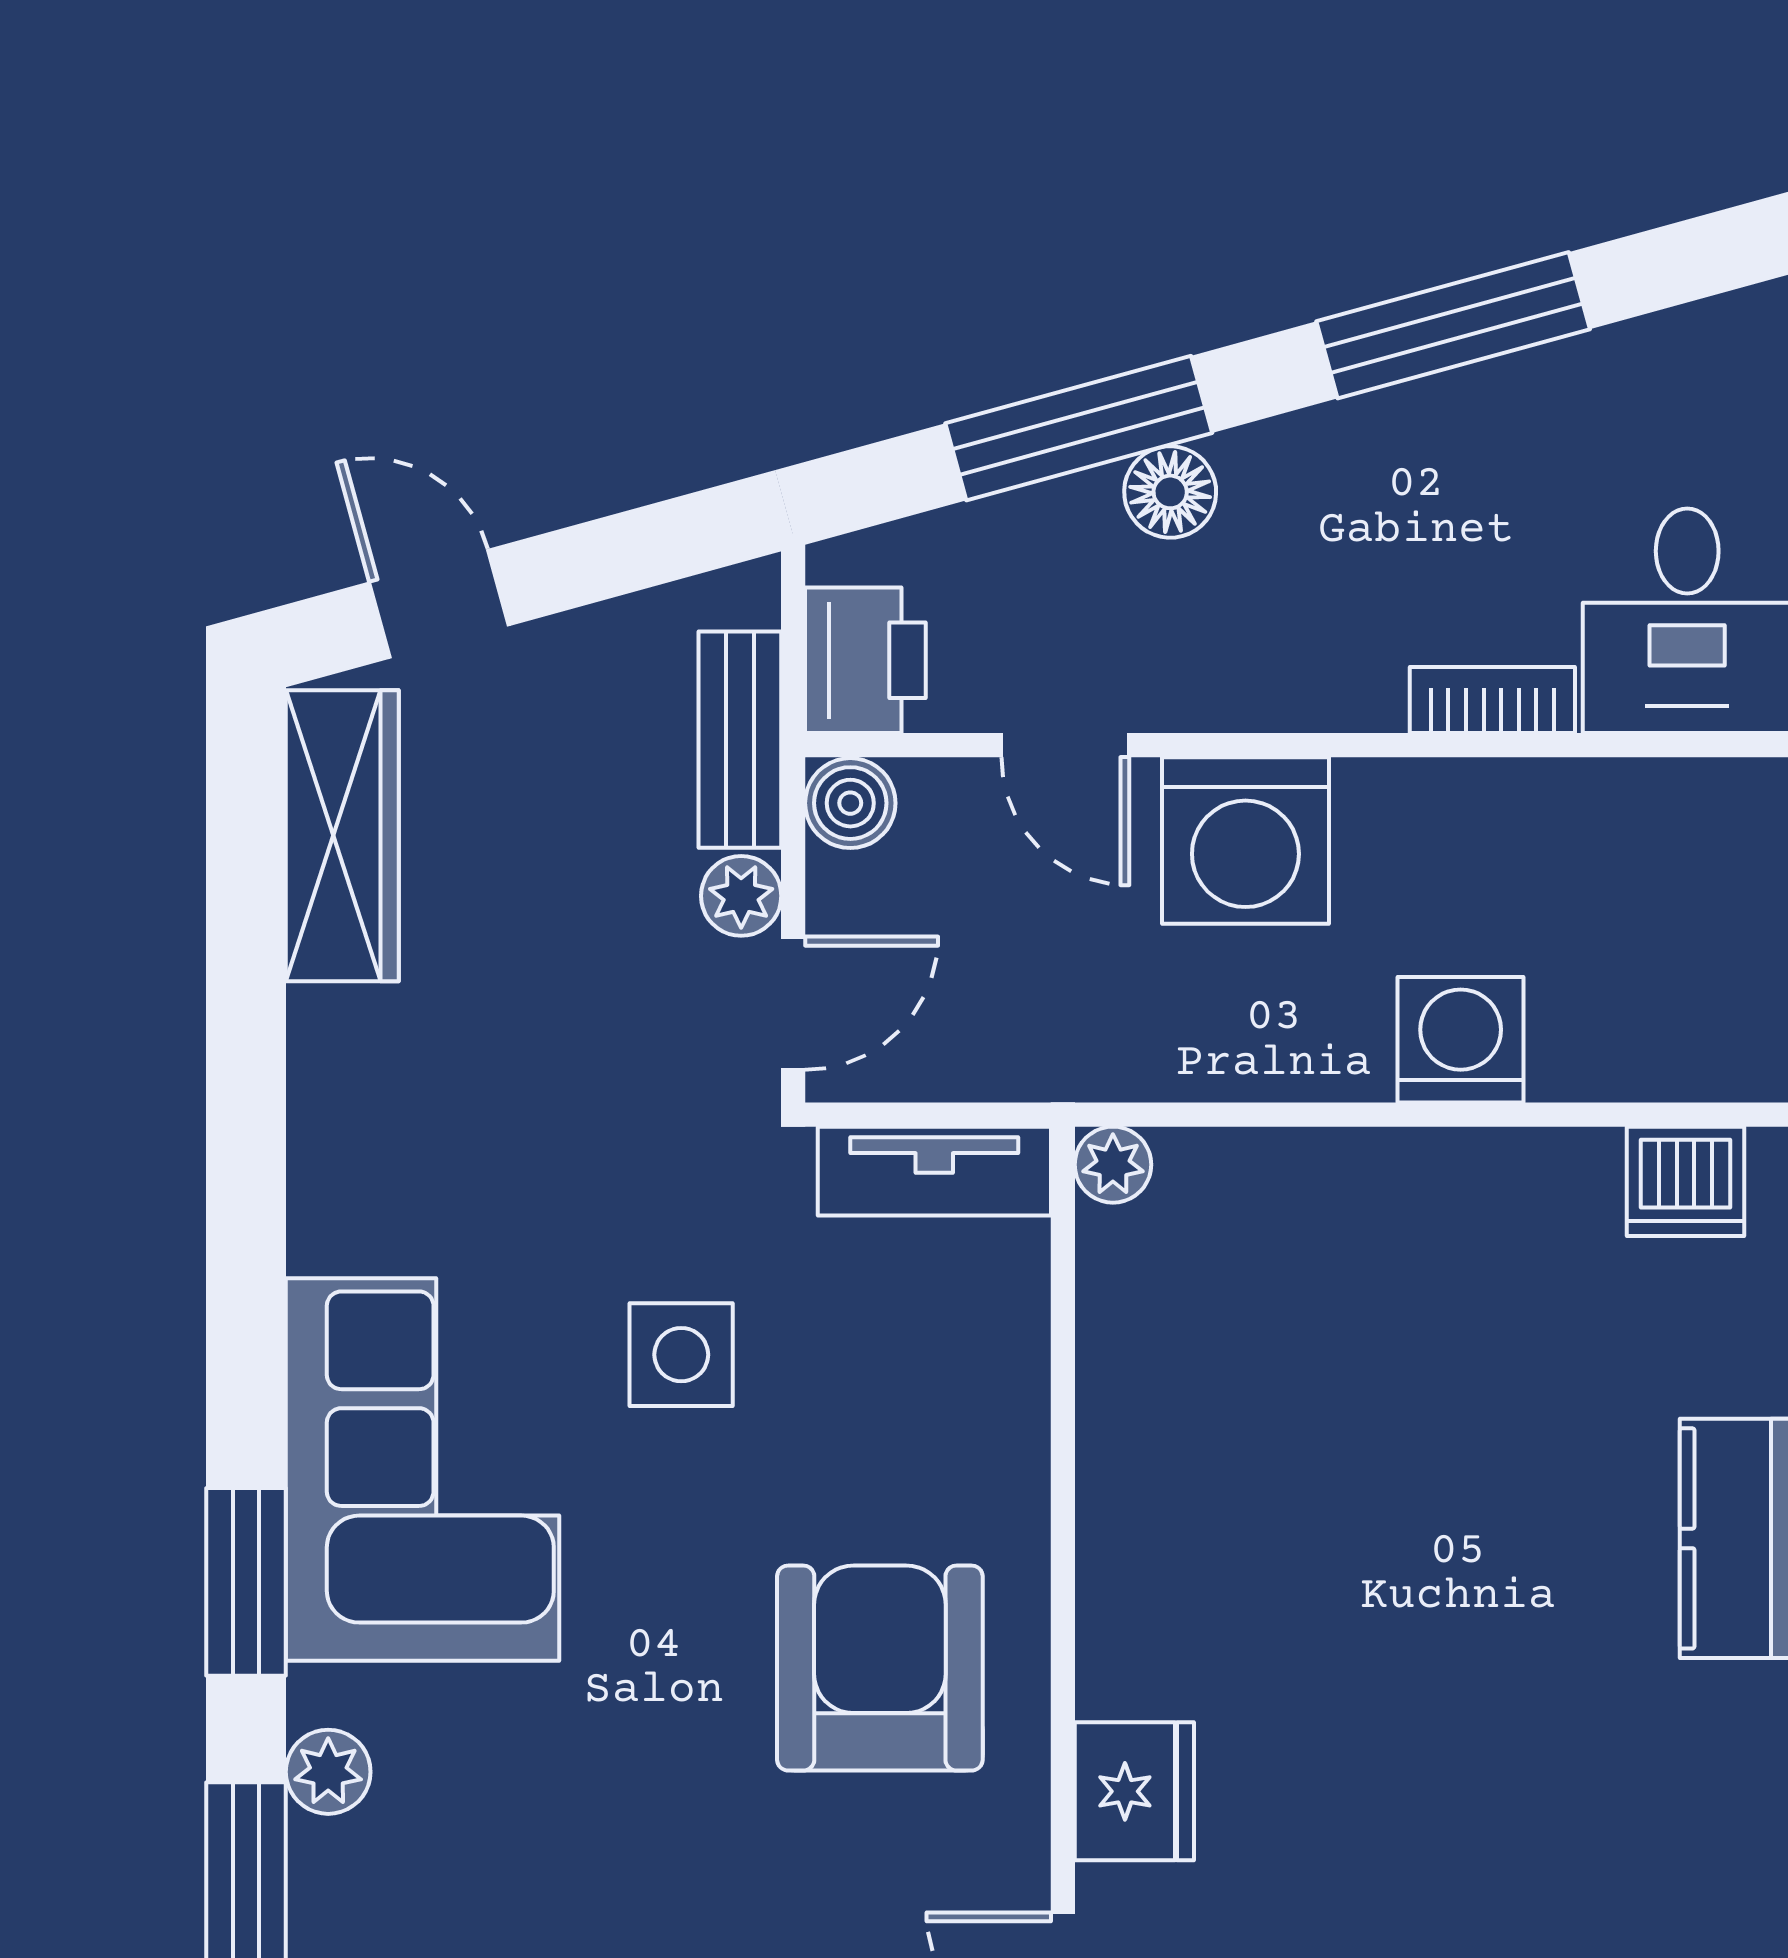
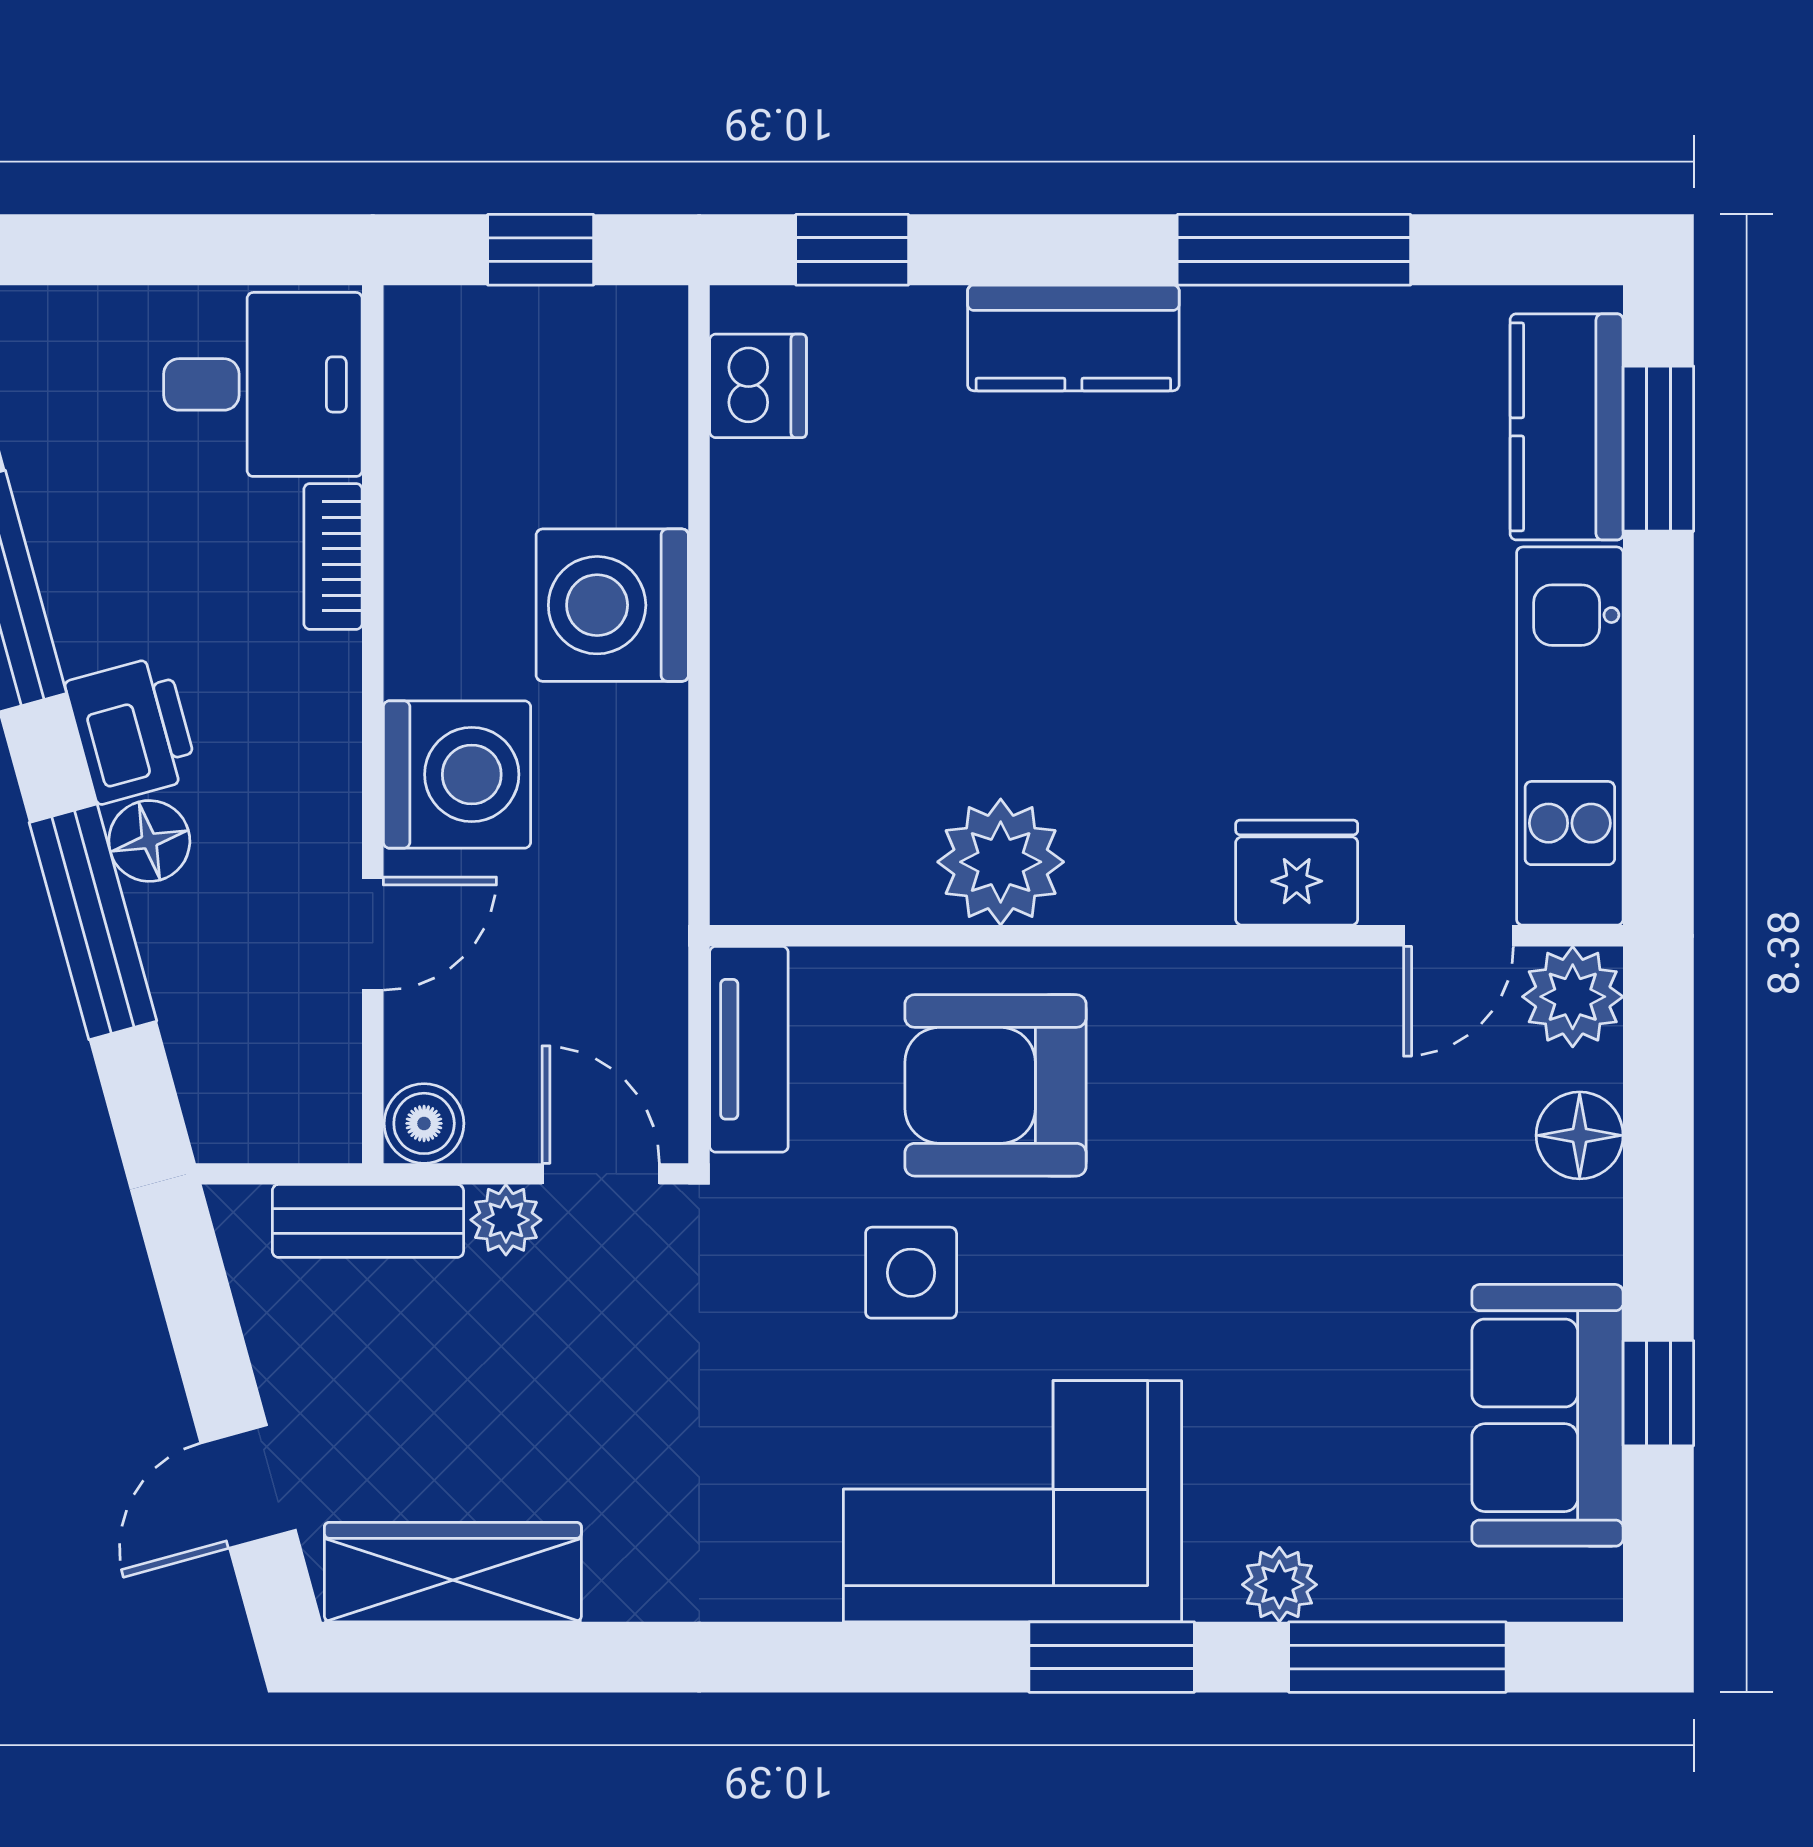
printer: (865, 660) -> (132, 730), moved, turned 75
washing machine: (1461, 1040) -> (612, 605), width x1.37, depth x1.37
plant: (1113, 1165) -> (1001, 862), moved, width x1.88, depth x1.88
armchair: (880, 1668) -> (996, 1085), moved

